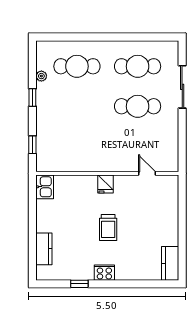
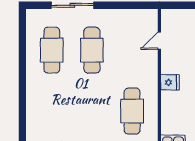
cafe table: (77, 66) -> (132, 111), moved

